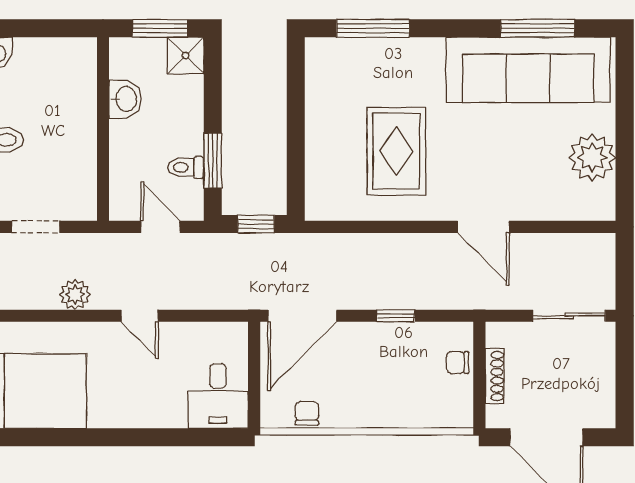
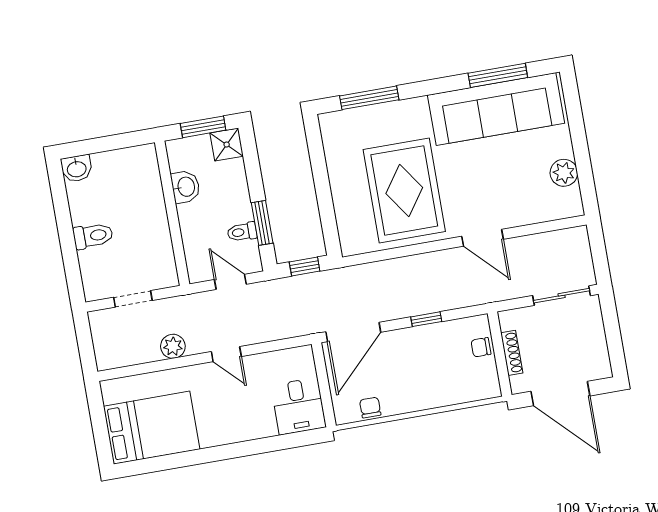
rug: (396, 151) -> (404, 190), width x1.37, depth x1.44
plant: (592, 157) -> (564, 173), width x0.73, depth x0.73

